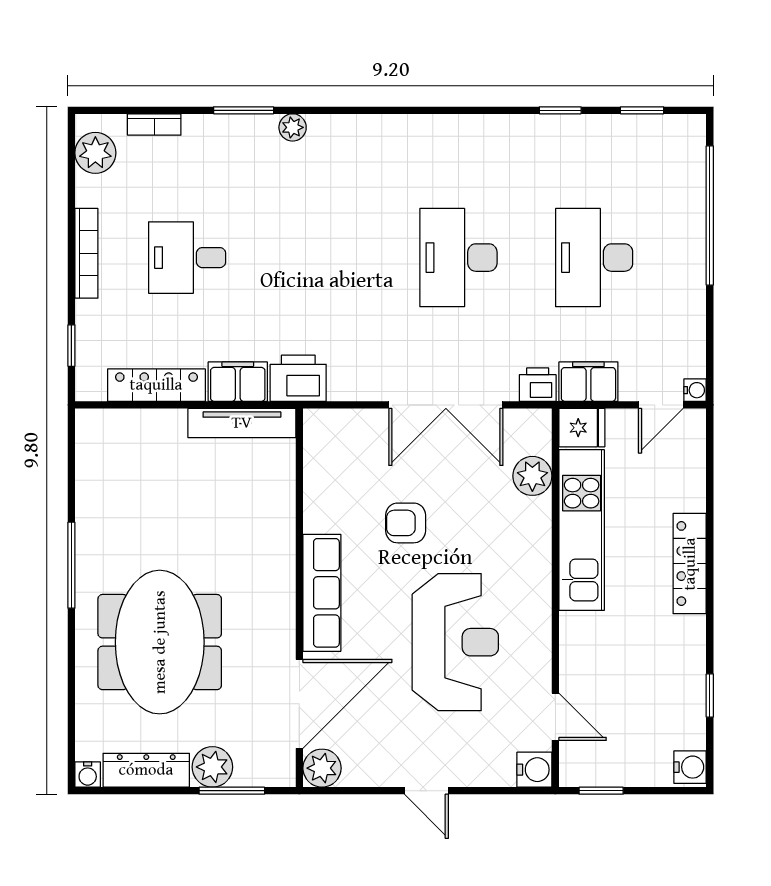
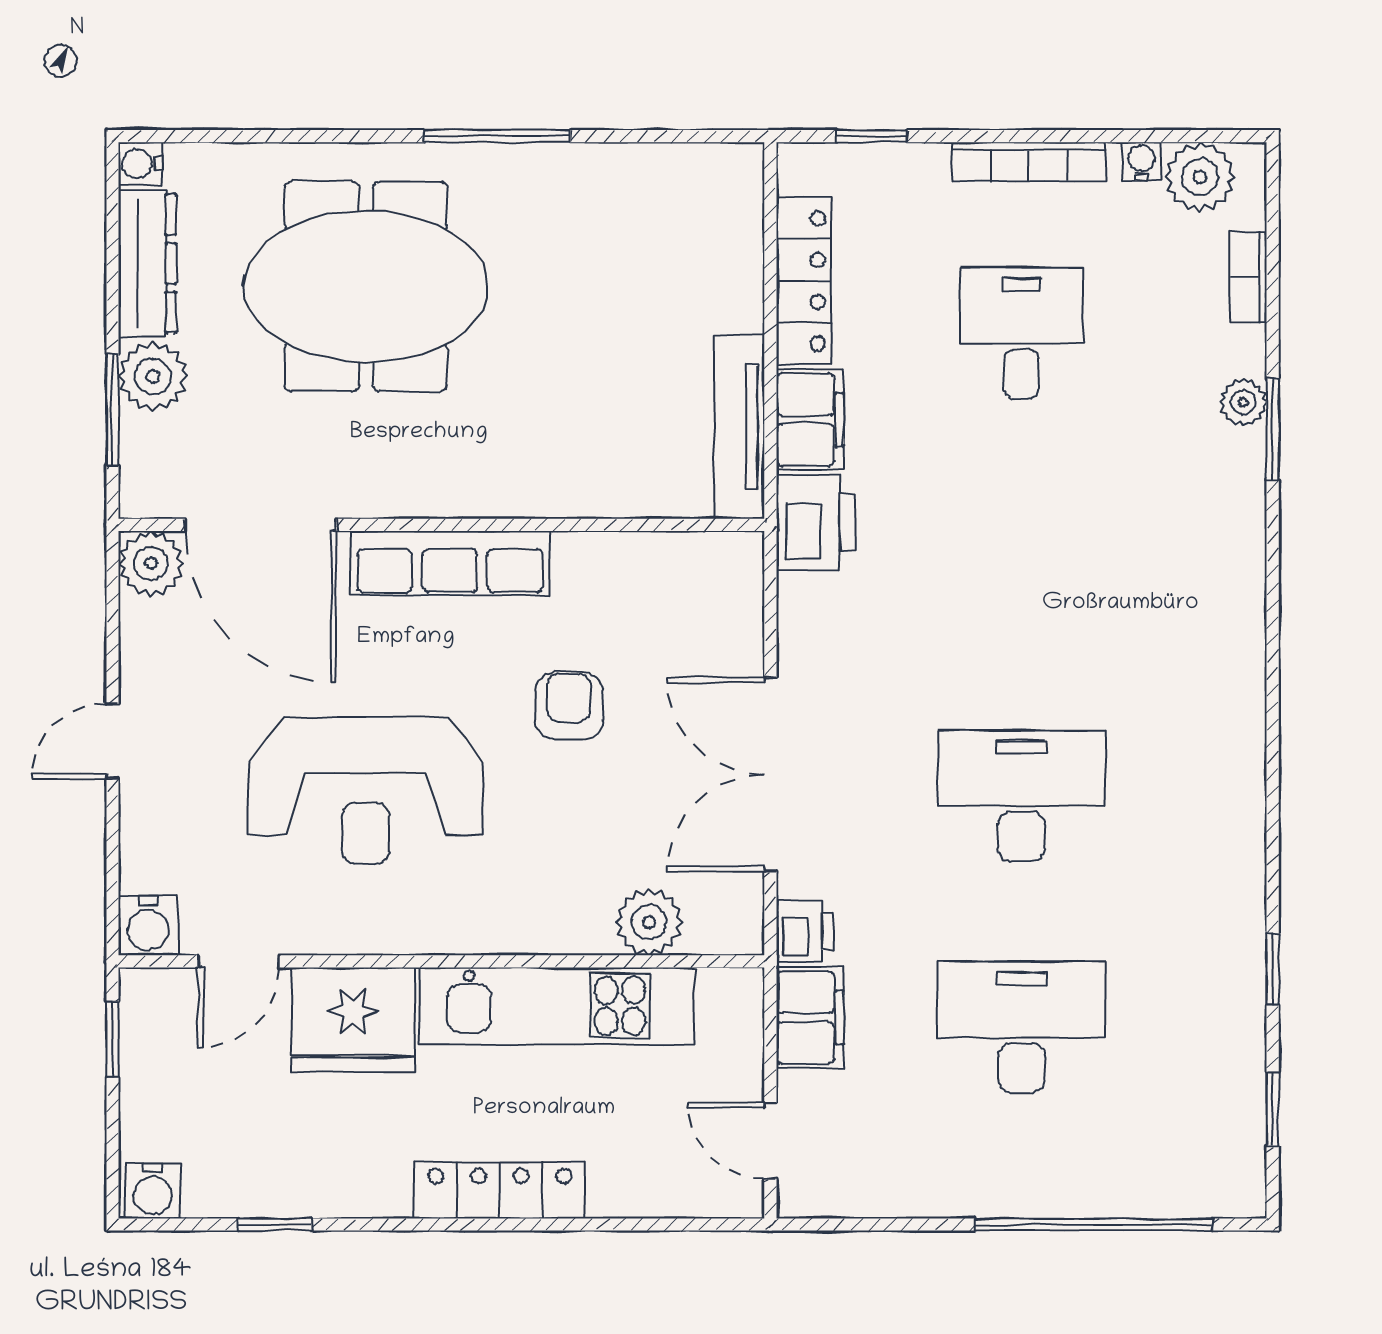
plant: (293, 127) -> (1243, 402), moved
water cooler: (695, 390) -> (1141, 161), moved, turned 180
fridge: (582, 428) -> (353, 1020), moved, width x1.88, depth x1.34

